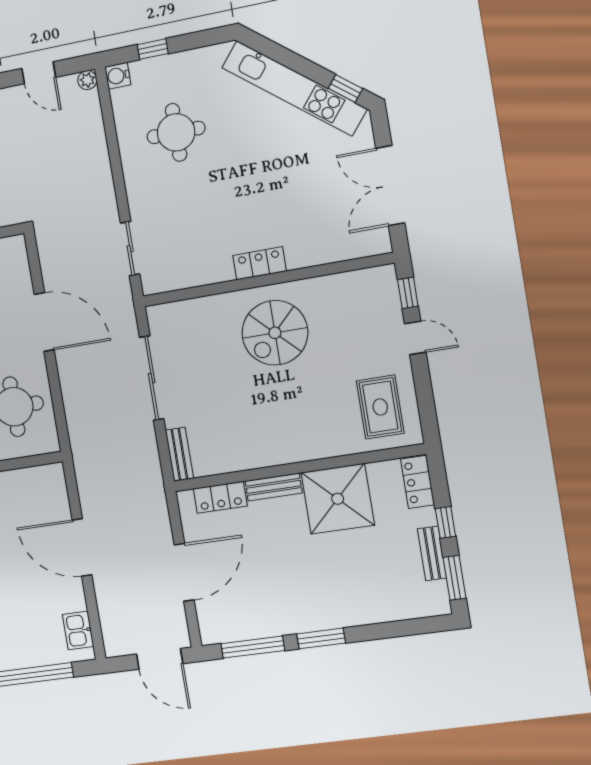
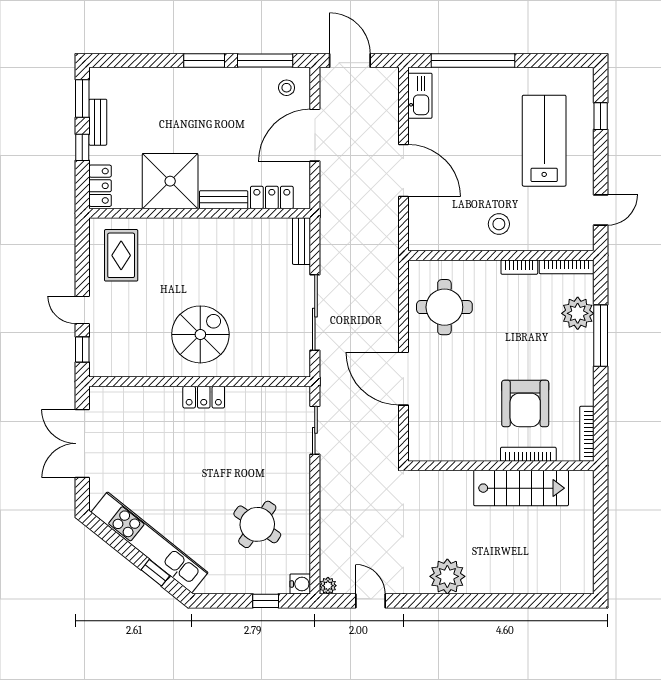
window: (345, 88) -> (155, 573), moved
round table: (176, 132) -> (257, 524), turned 35
double door: (390, 186) -> (82, 444), swing flipped
stool: (224, 620) -> (287, 88), added
kitchen sink: (78, 630) -> (420, 96), width x1.38

